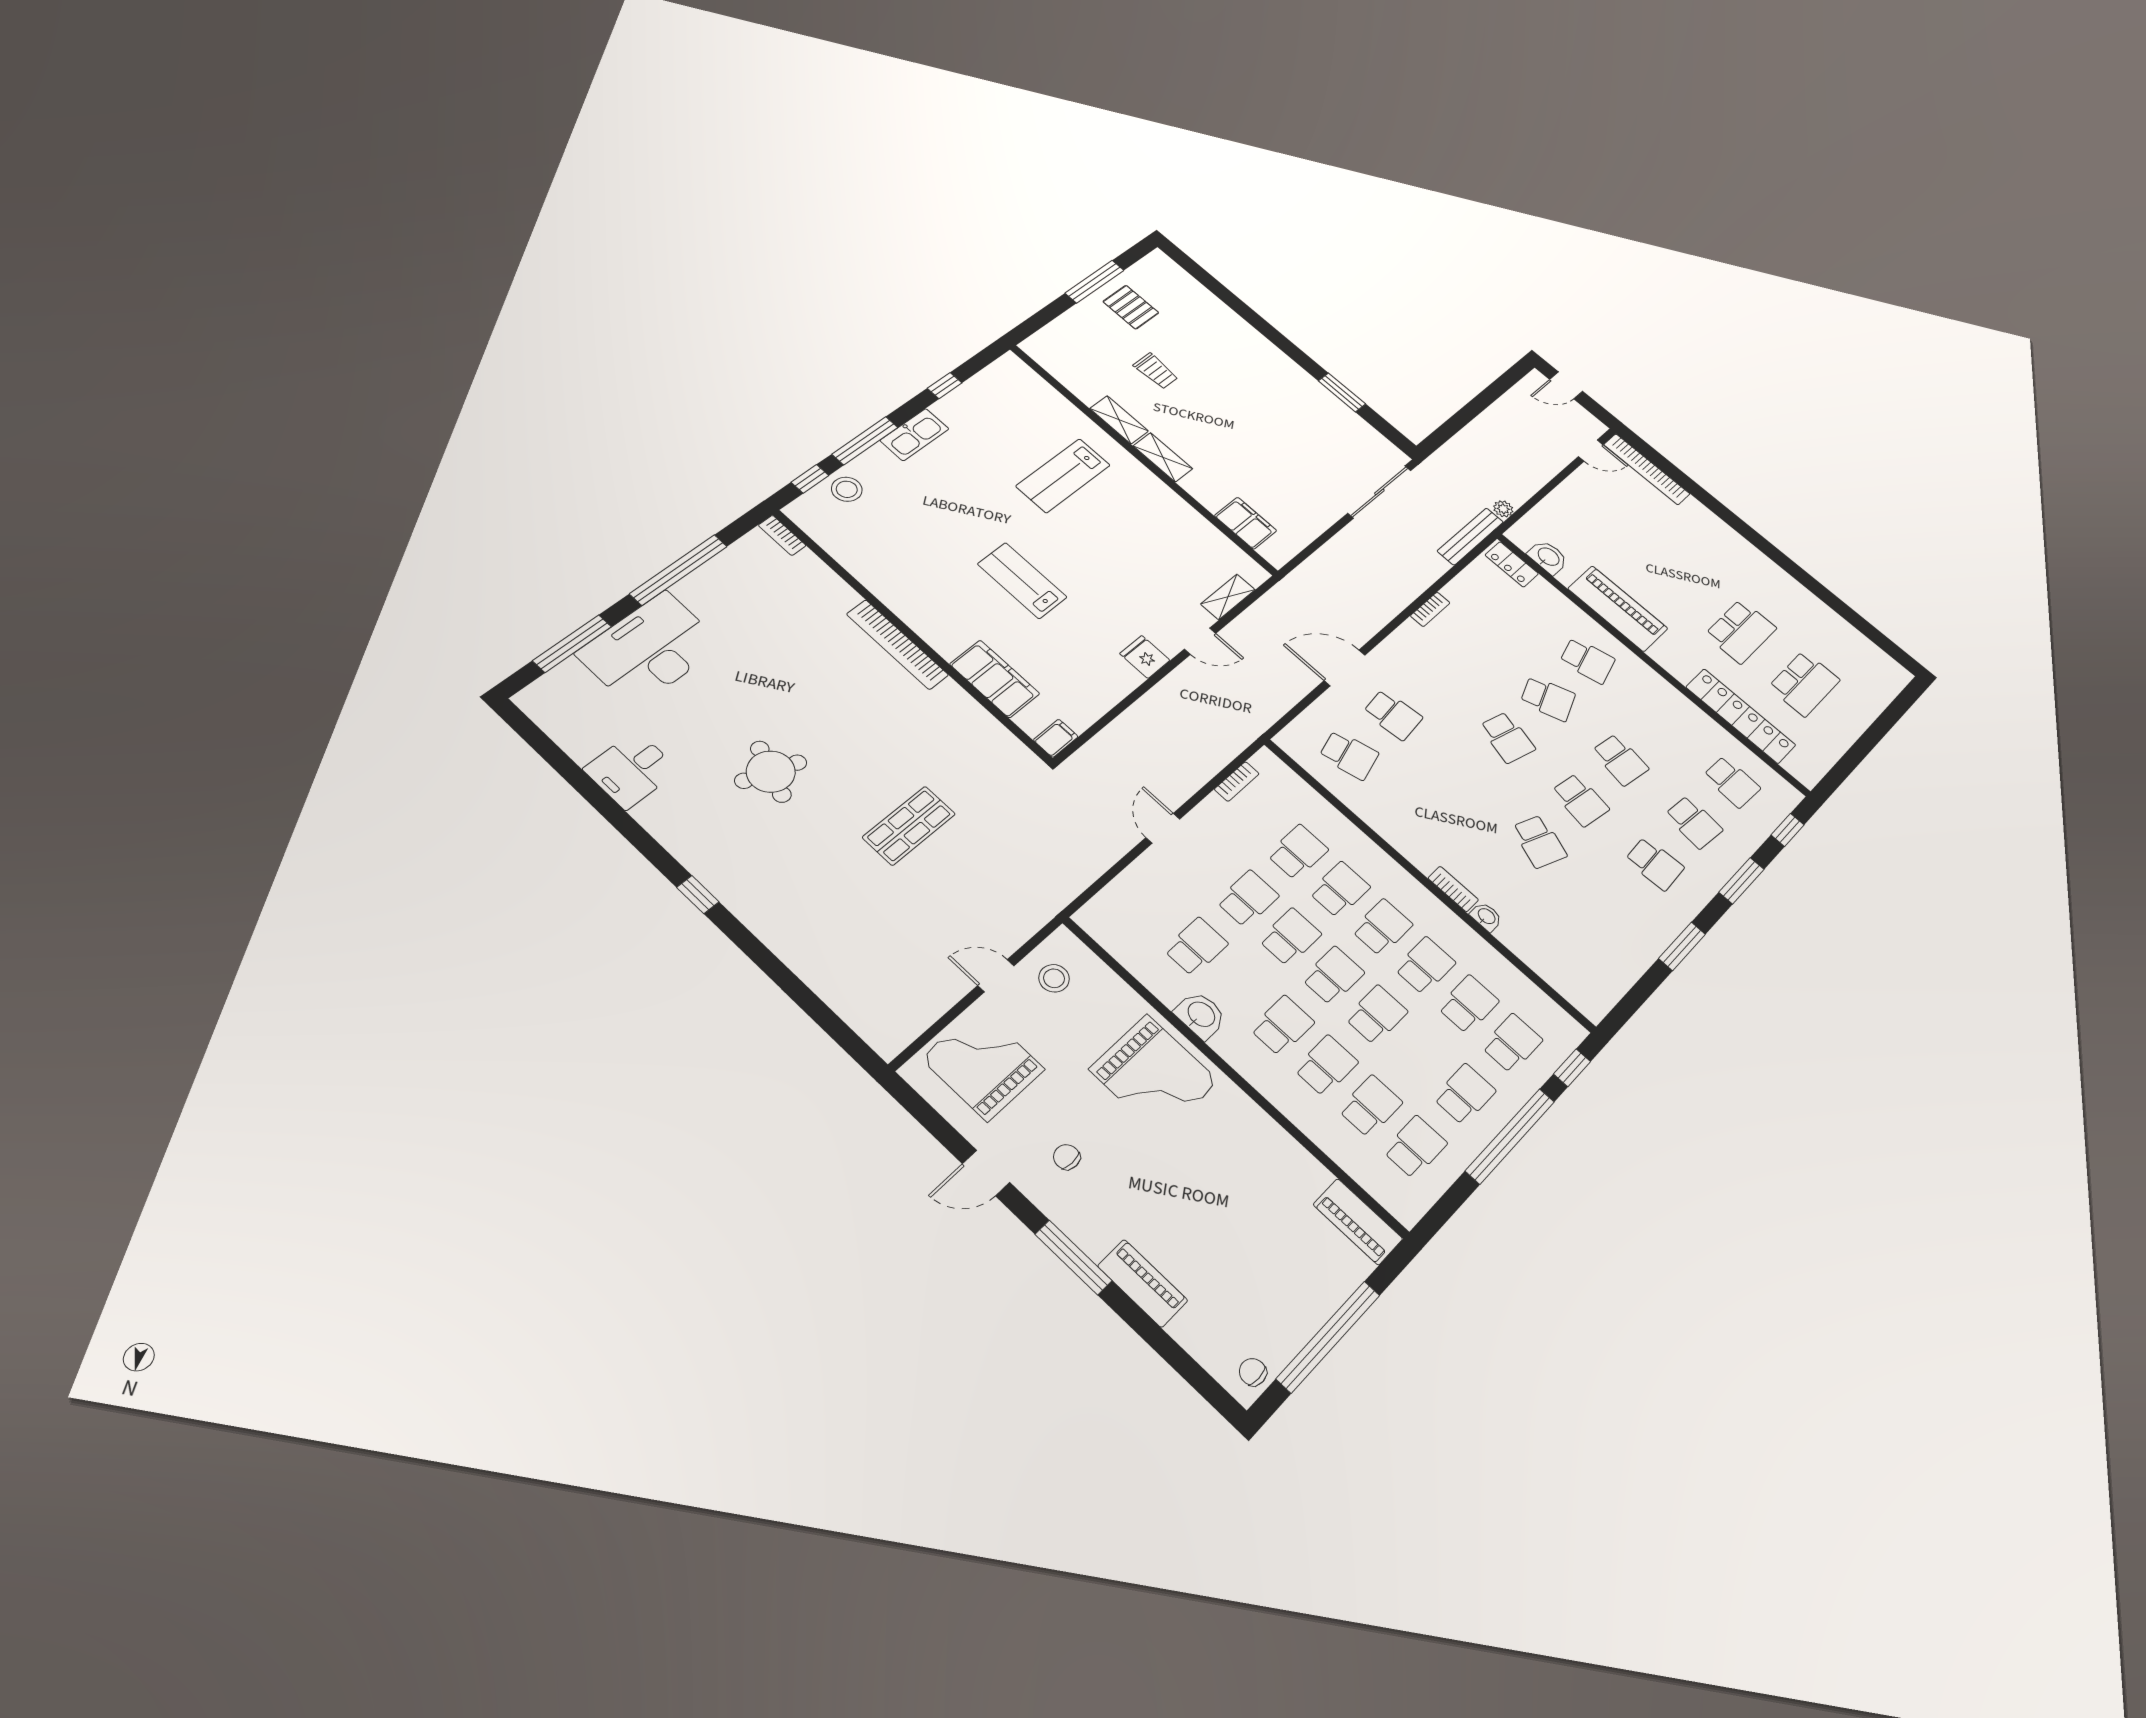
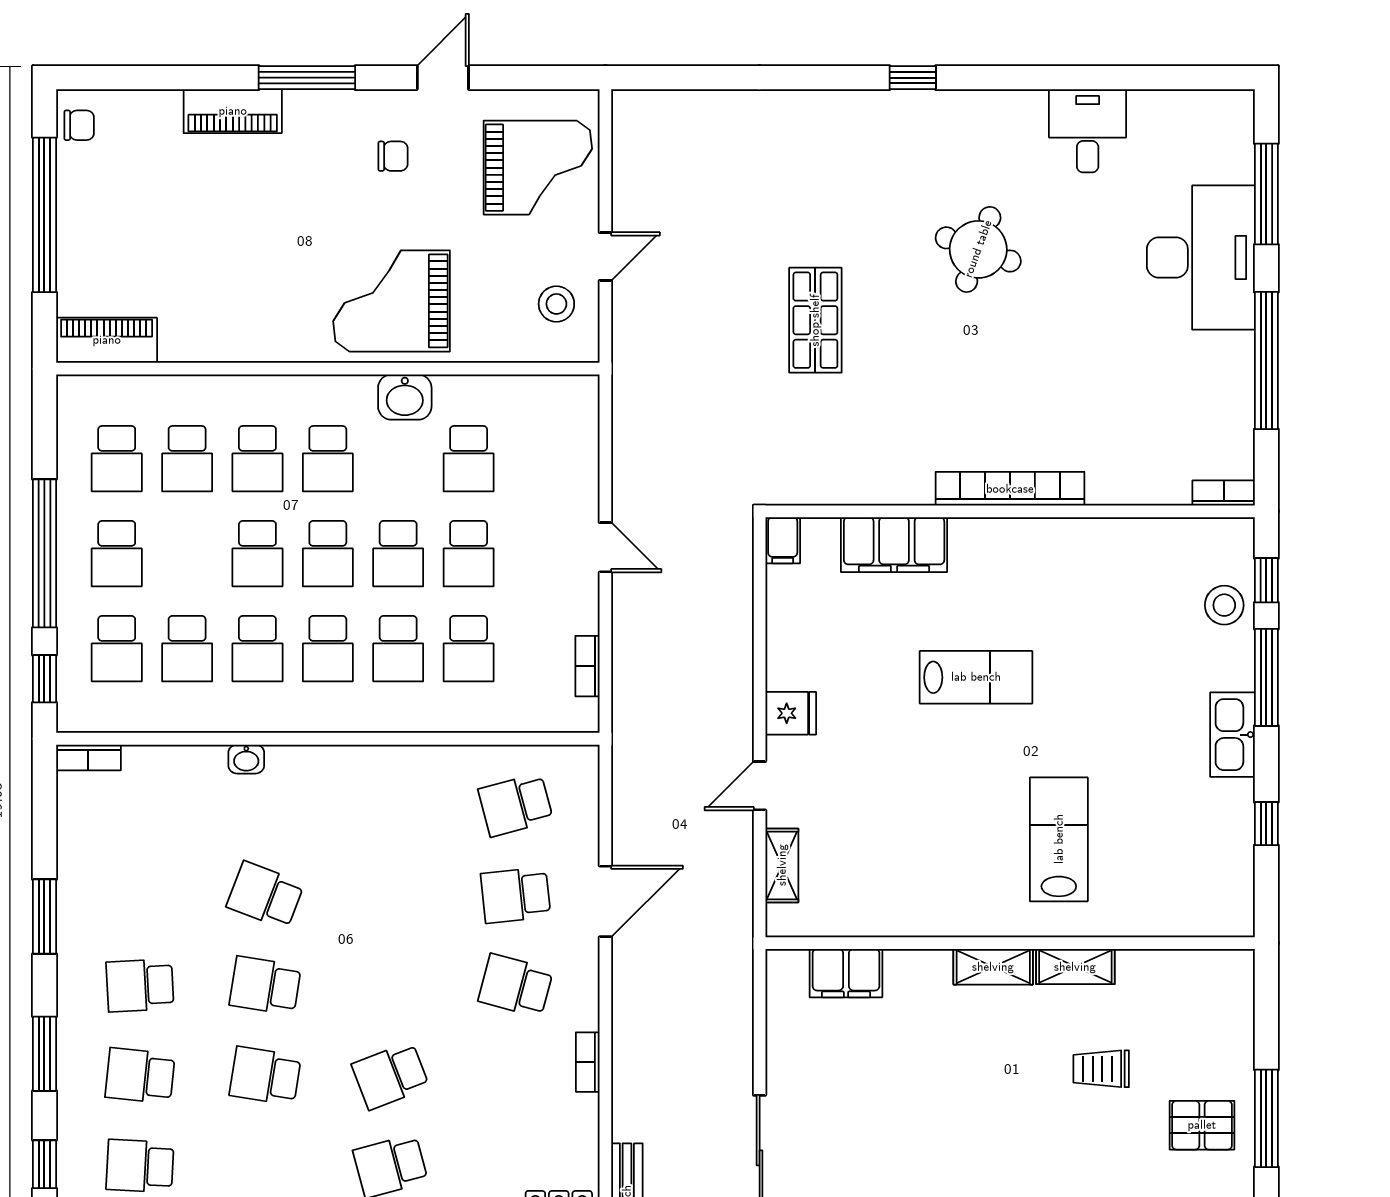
school desk: (1507, 737) -> (516, 985), moved
bookcase: (1453, 889) -> (88, 757), moved

